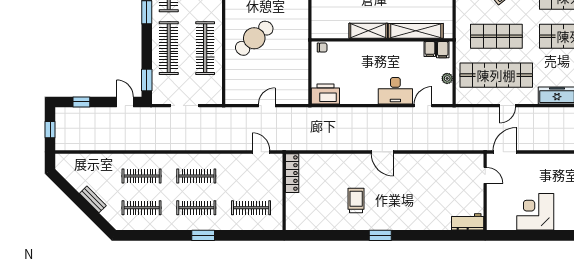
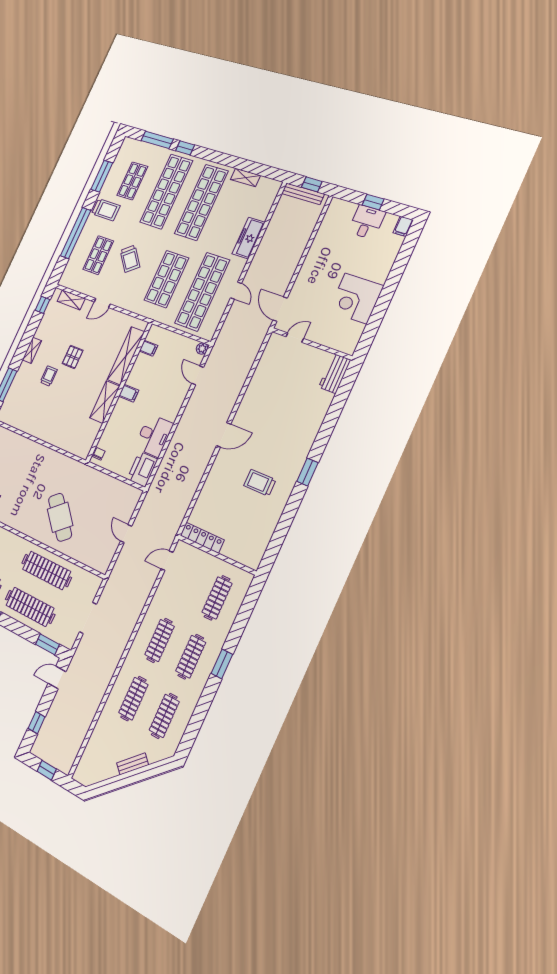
filing cabinet: (443, 50) -> (129, 393), moved
plant: (447, 78) -> (202, 349), moved
desk: (395, 91) -> (154, 436), moved

